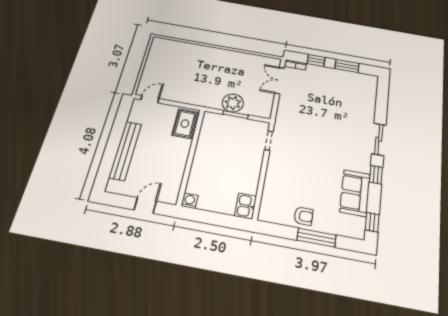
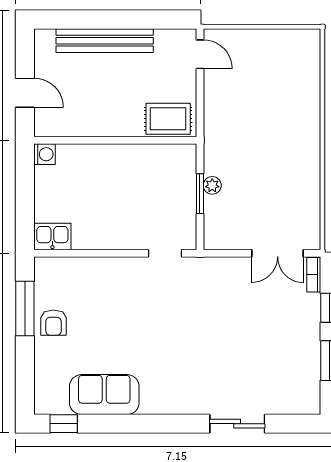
double door: (280, 81) -> (278, 253), swing flipped
plant: (233, 103) -> (212, 185), width x0.53, depth x0.53
sliding door: (379, 139) -> (237, 424), moved
window: (376, 175) -> (140, 424), removed
window: (316, 238) -> (25, 309), moved

